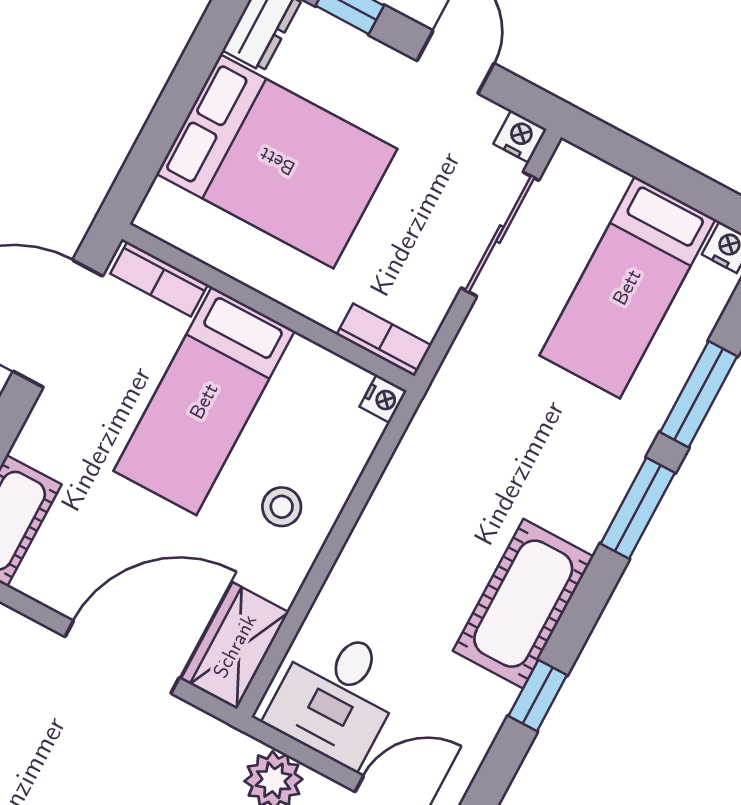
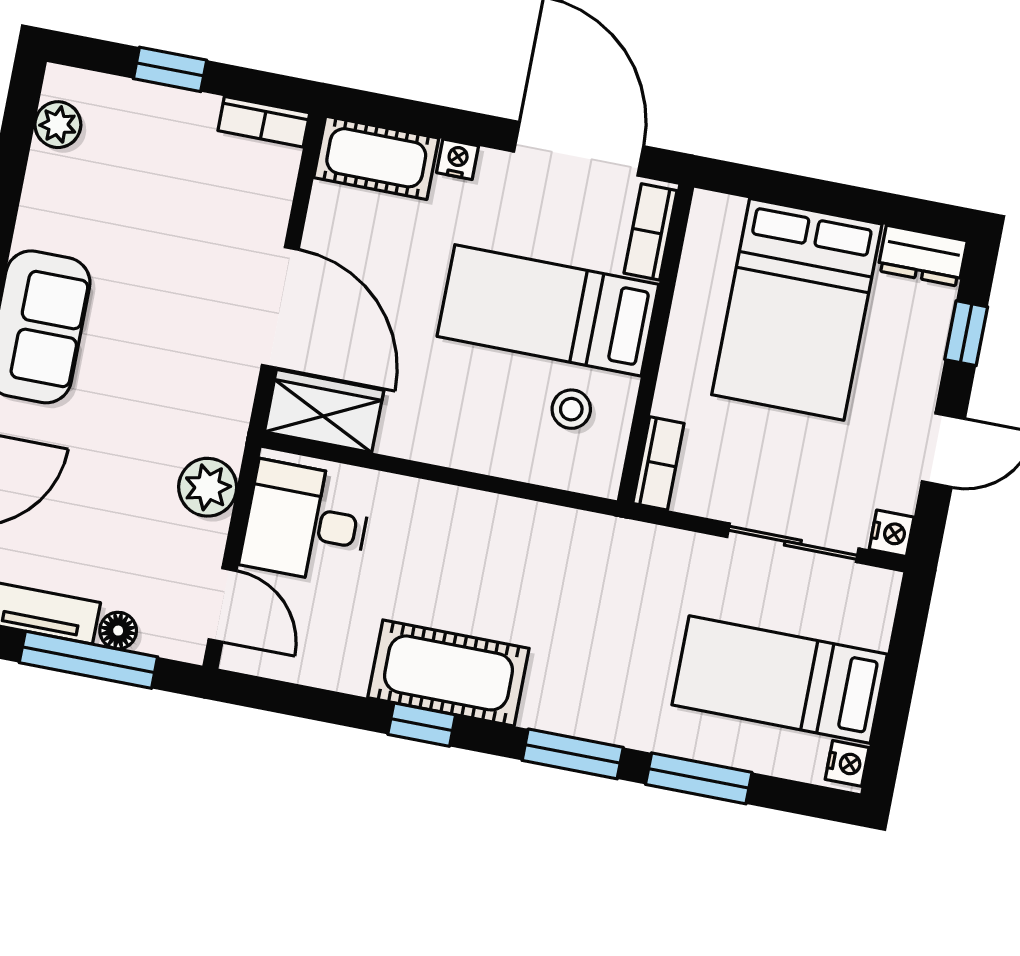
nightstand: (383, 399) -> (458, 159), moved, turned 180
stool: (282, 507) -> (571, 409), moved
window: (538, 696) -> (422, 725), moved

